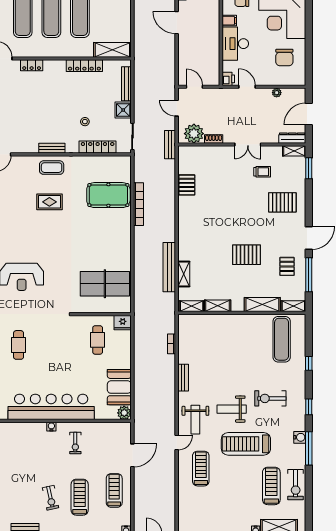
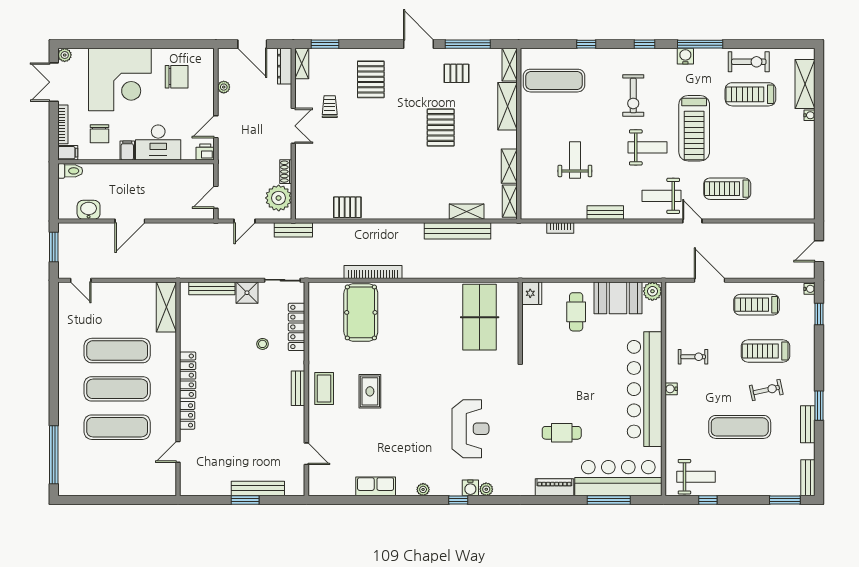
locker: (84, 66) -> (188, 375), moved
cafe table: (98, 340) -> (576, 312), moved, turned 90
weight bench: (222, 355) -> (575, 160), added
weight bench: (232, 409) -> (647, 147), turned -90
weight bench: (195, 420) -> (662, 196), turned 180
exercise mat: (23, 478) -> (740, 427), added

